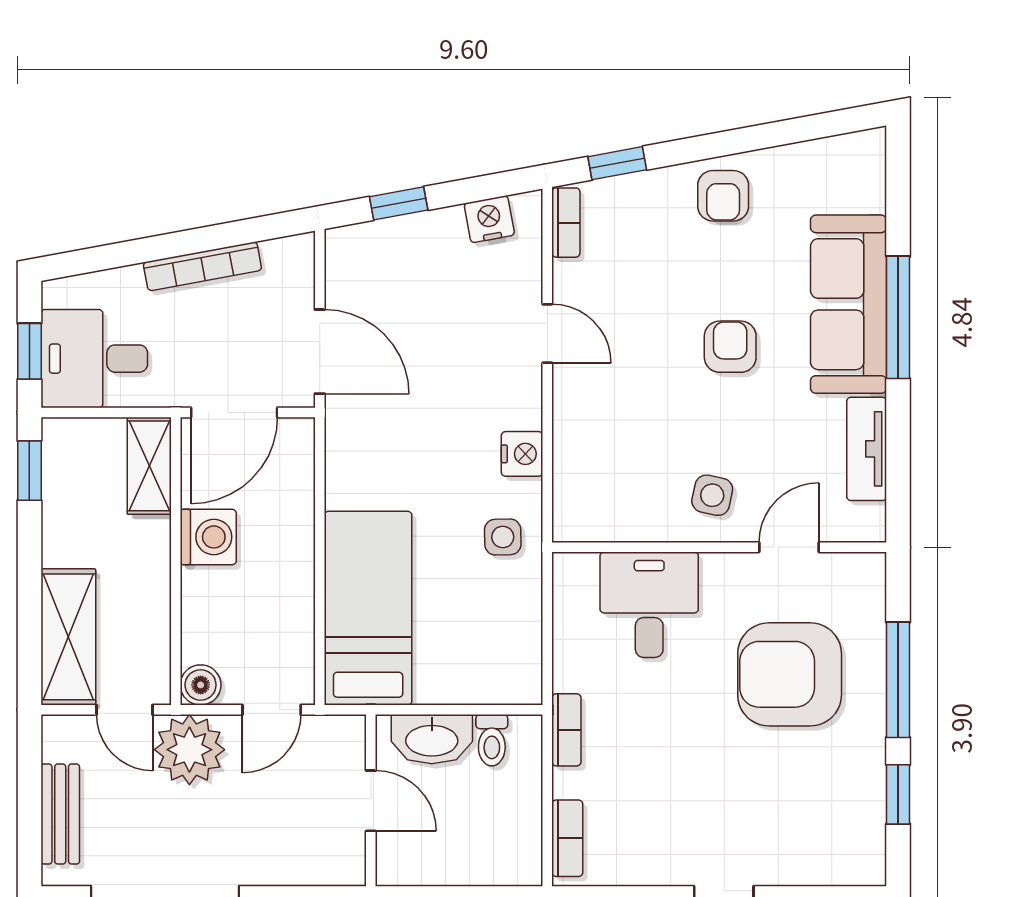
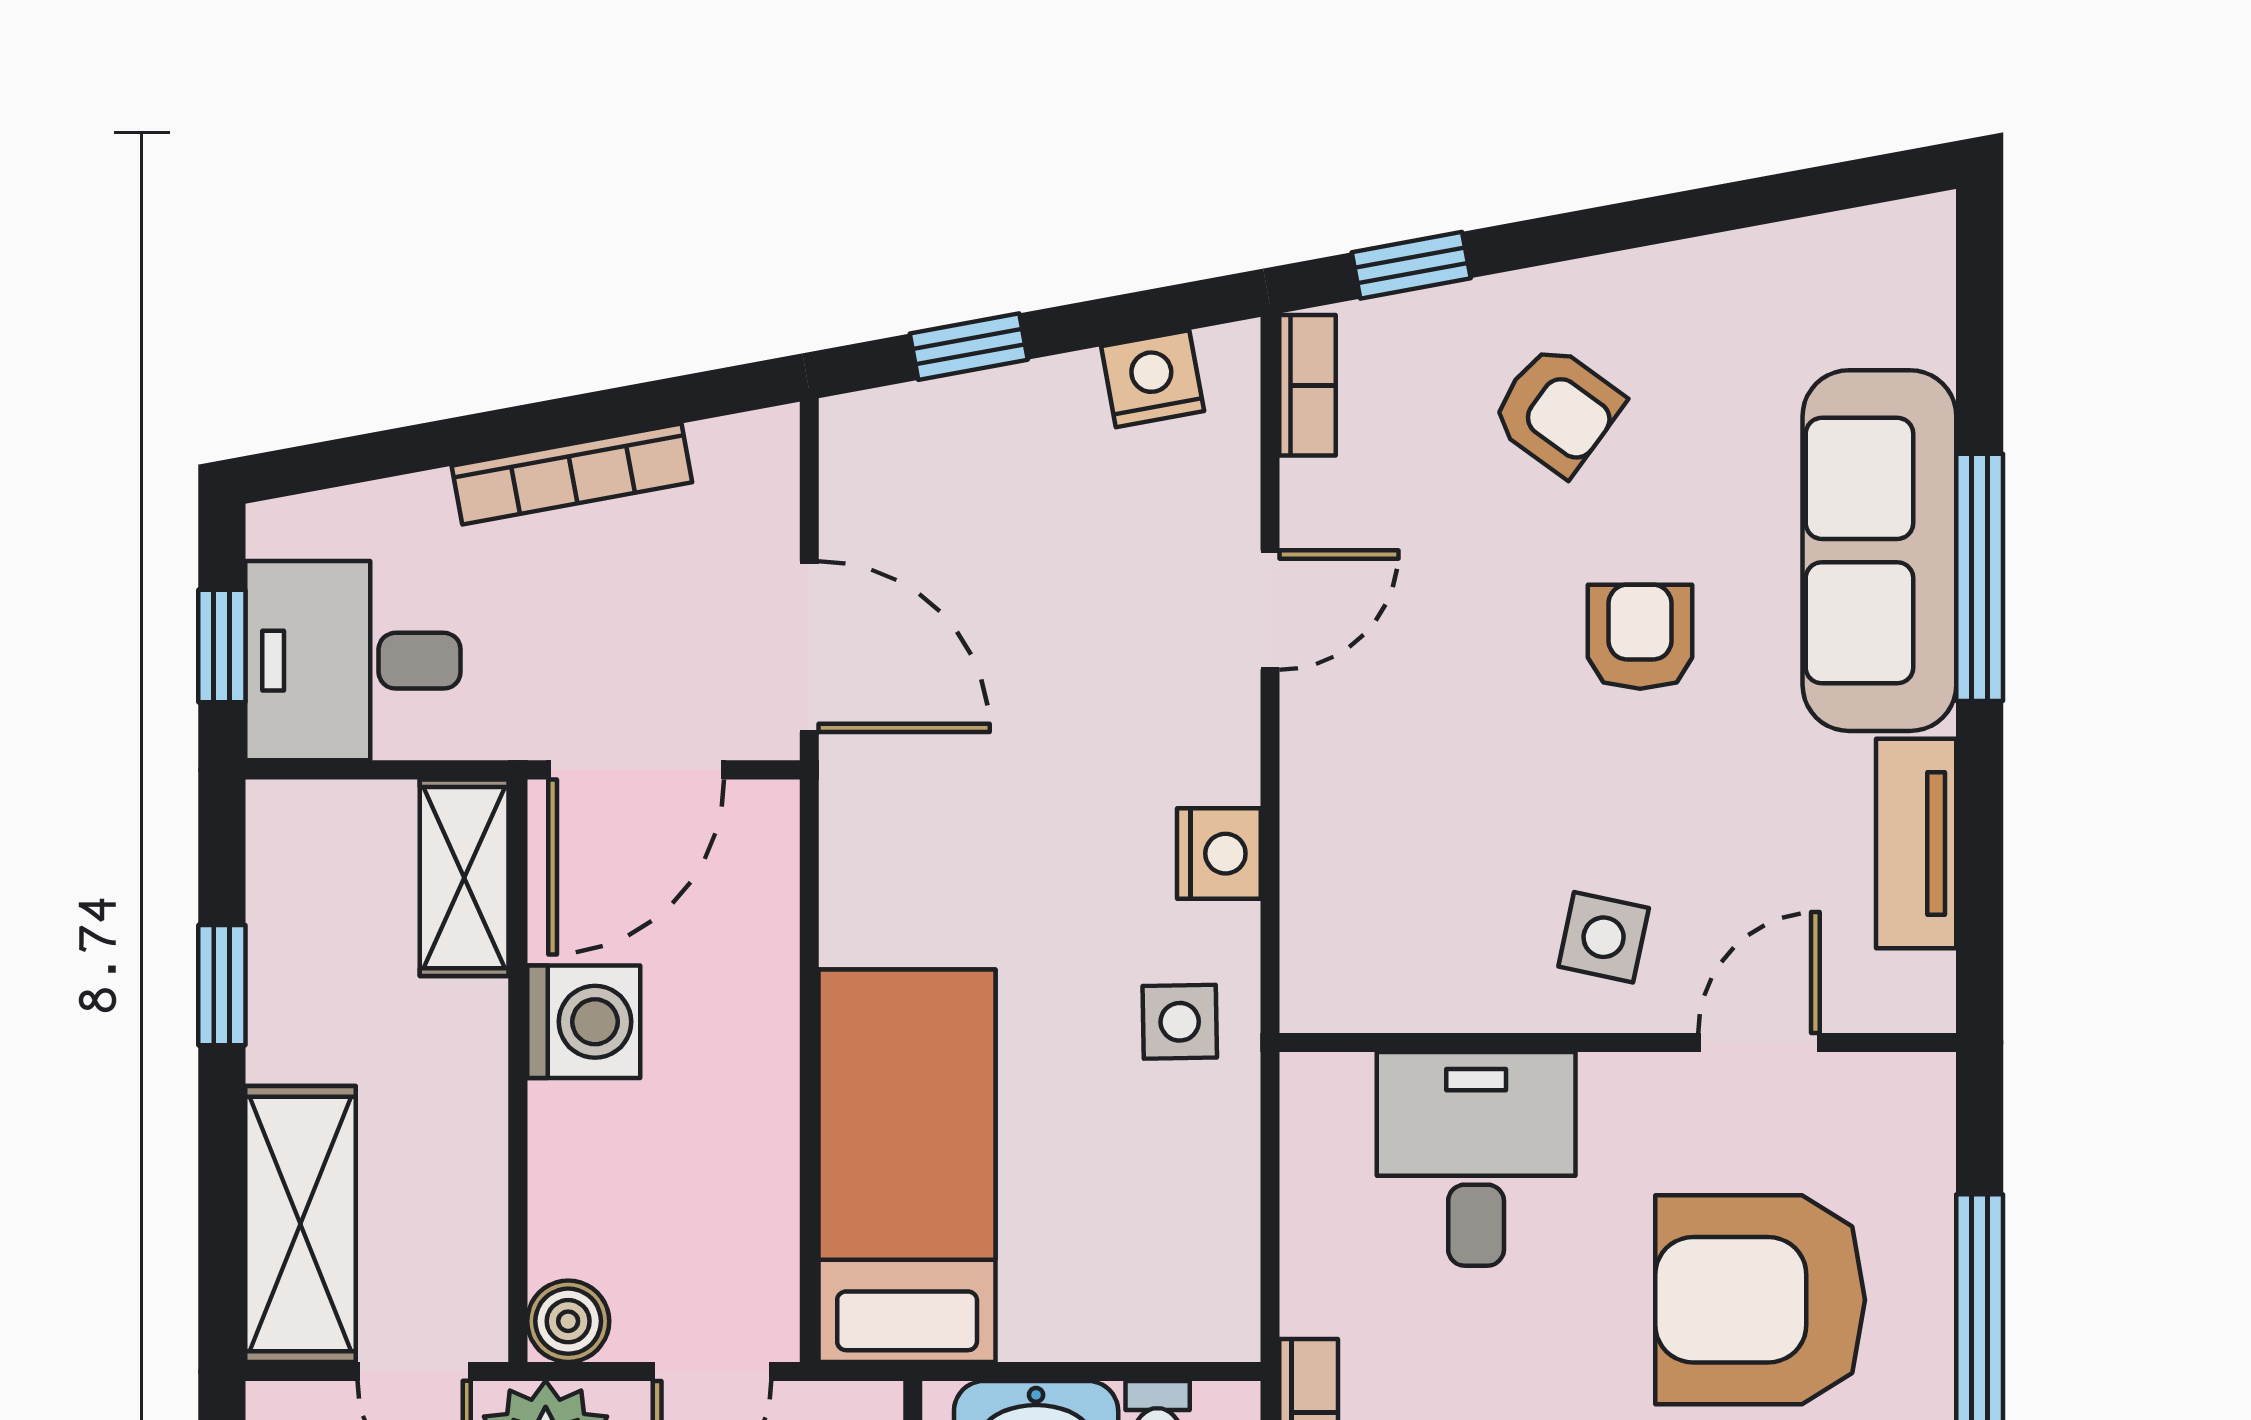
armchair: (723, 196) -> (1557, 410), moved, turned -54
door: (547, 333) -> (1270, 610), hinge flipped
window: (29, 471) -> (222, 985), moved

